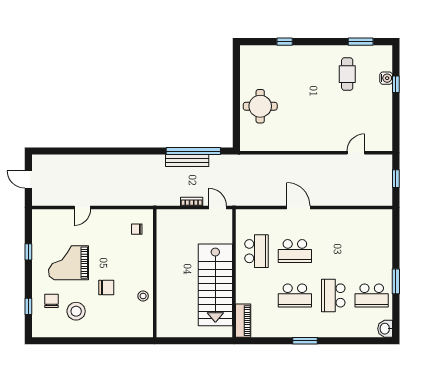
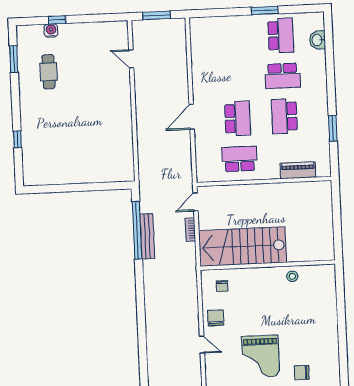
cafe table: (347, 74) -> (49, 72), turned 90
round table: (260, 106) -> (87, 162), removed
window: (396, 179) -> (156, 15), width x1.50
stairs: (215, 285) -> (242, 247), moved, turned 180
chair: (106, 288) -> (216, 318), moved
school desk: (295, 295) -> (284, 116), turned 180
stool: (76, 311) -> (311, 346), removed
piano: (243, 321) -> (298, 170), moved
washbasin: (385, 329) -> (317, 40), moved, turned 90
window: (305, 341) -> (333, 128), moved

